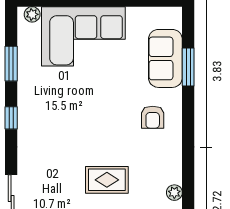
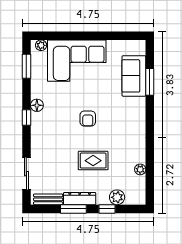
window: (11, 64) -> (26, 66), moved
floor lamp: (26, 100) -> (37, 105), added
armchair: (153, 117) -> (88, 119), moved

